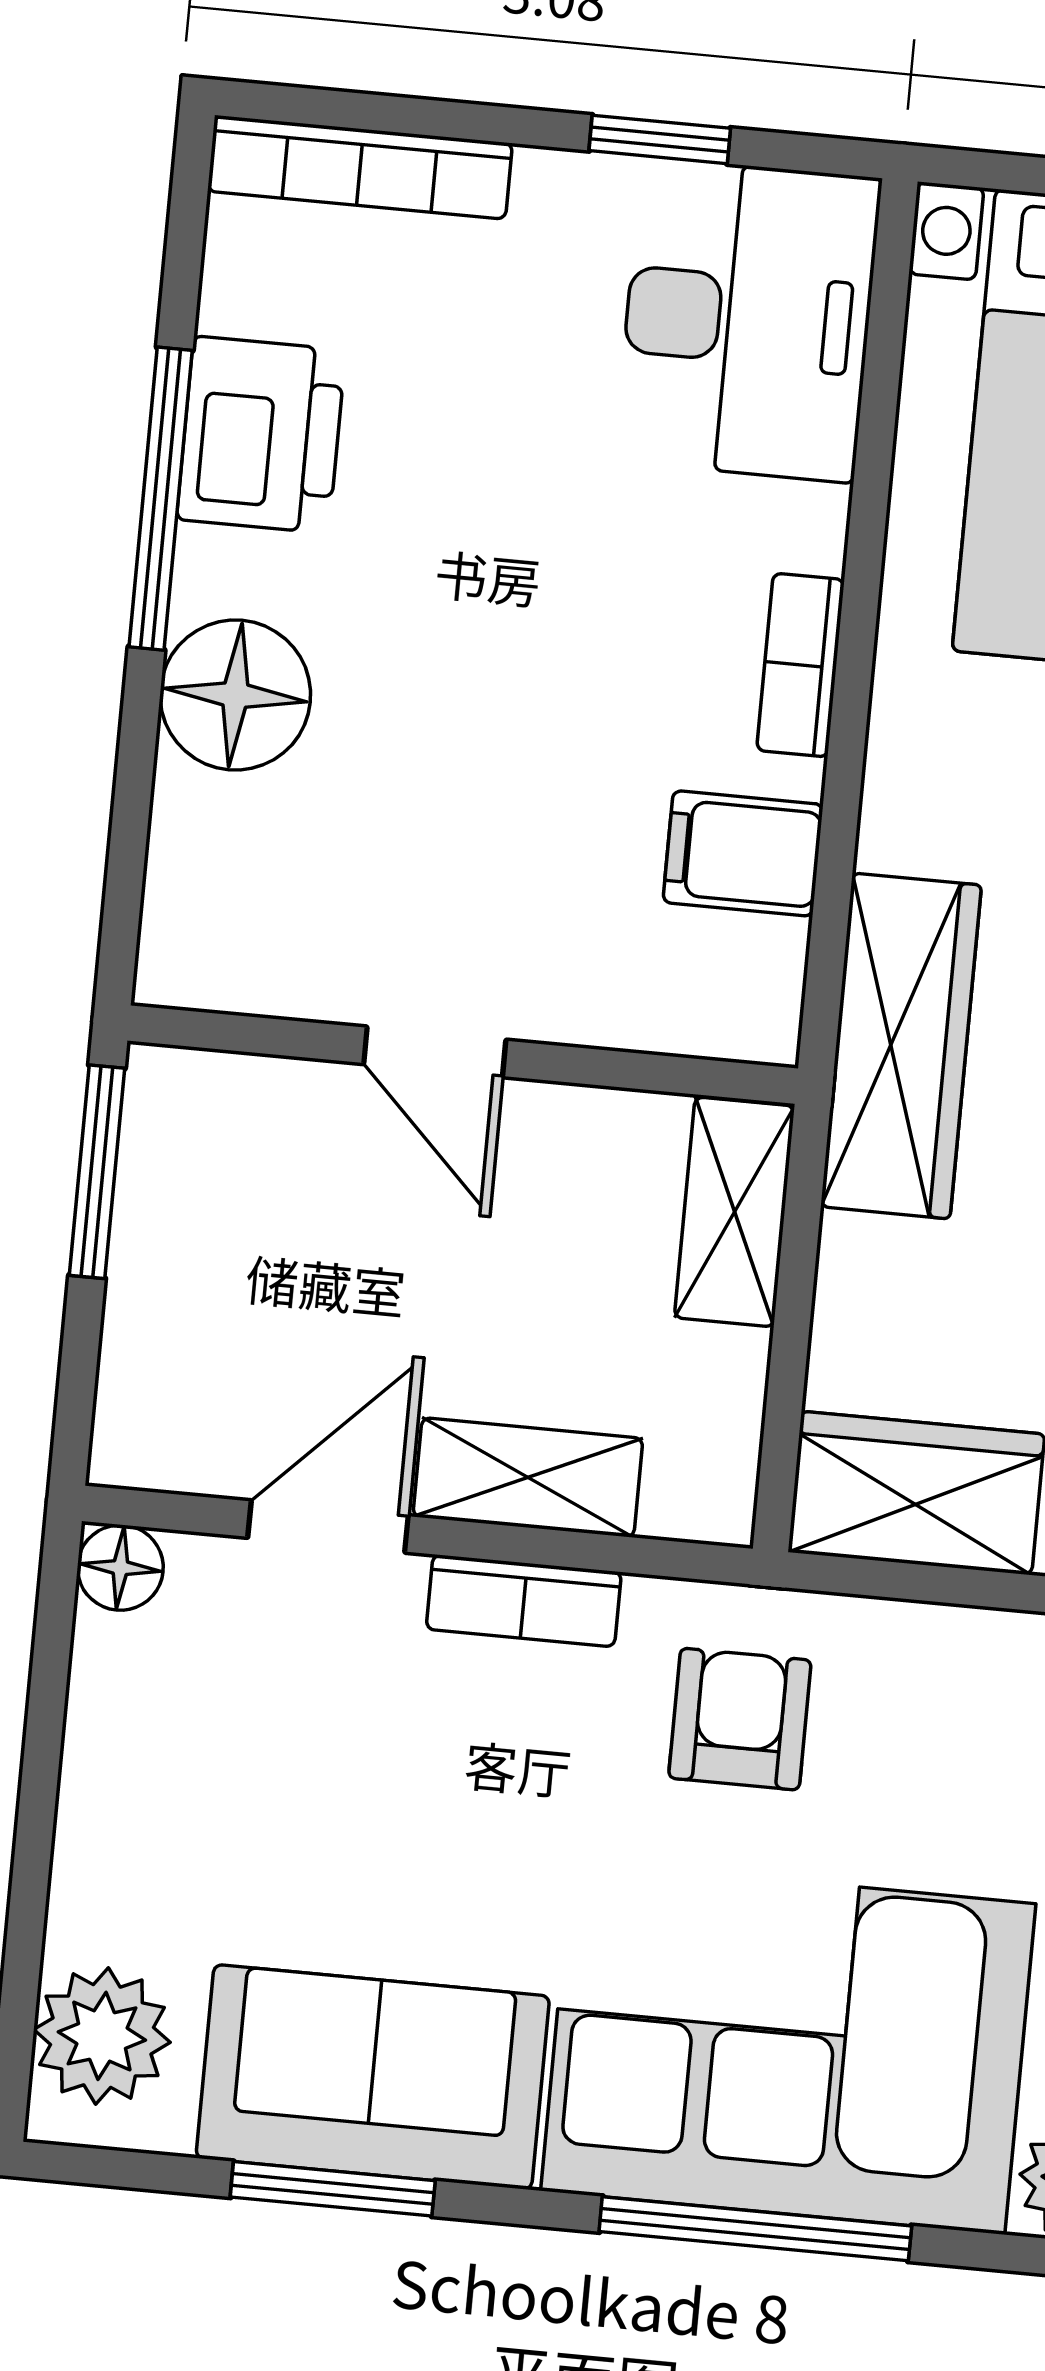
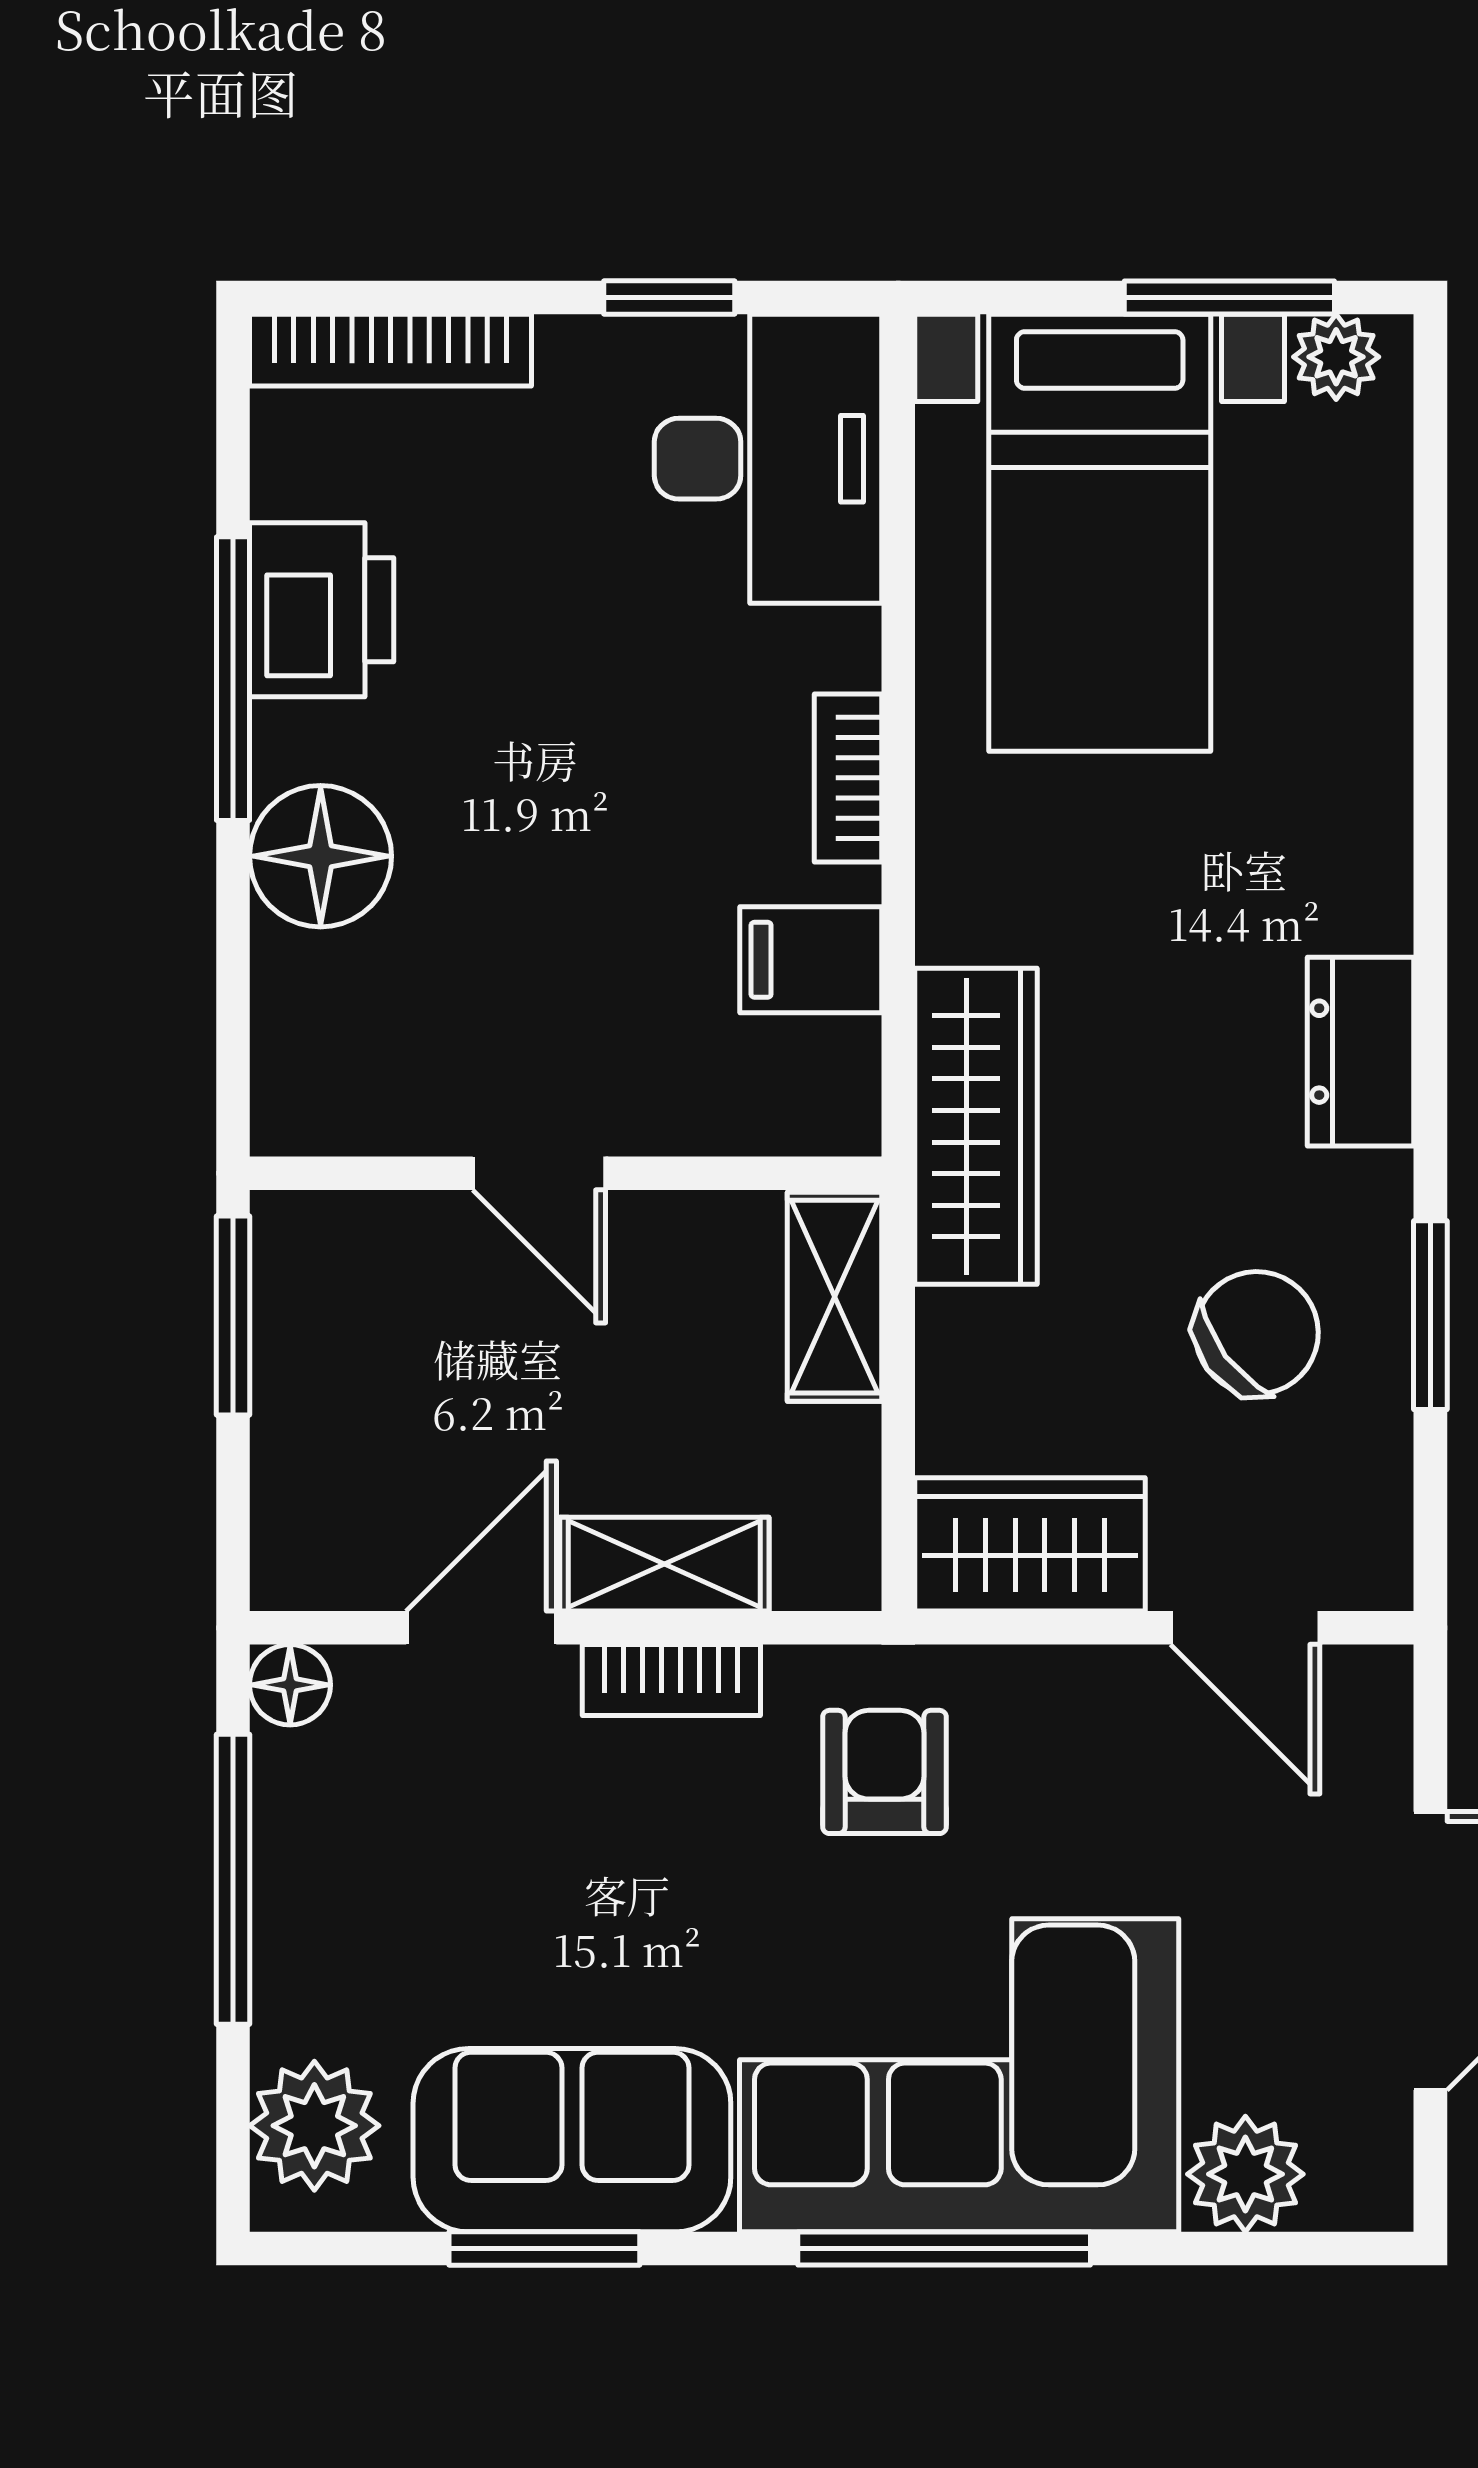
window: (41, 1768) -> (233, 1879), added

